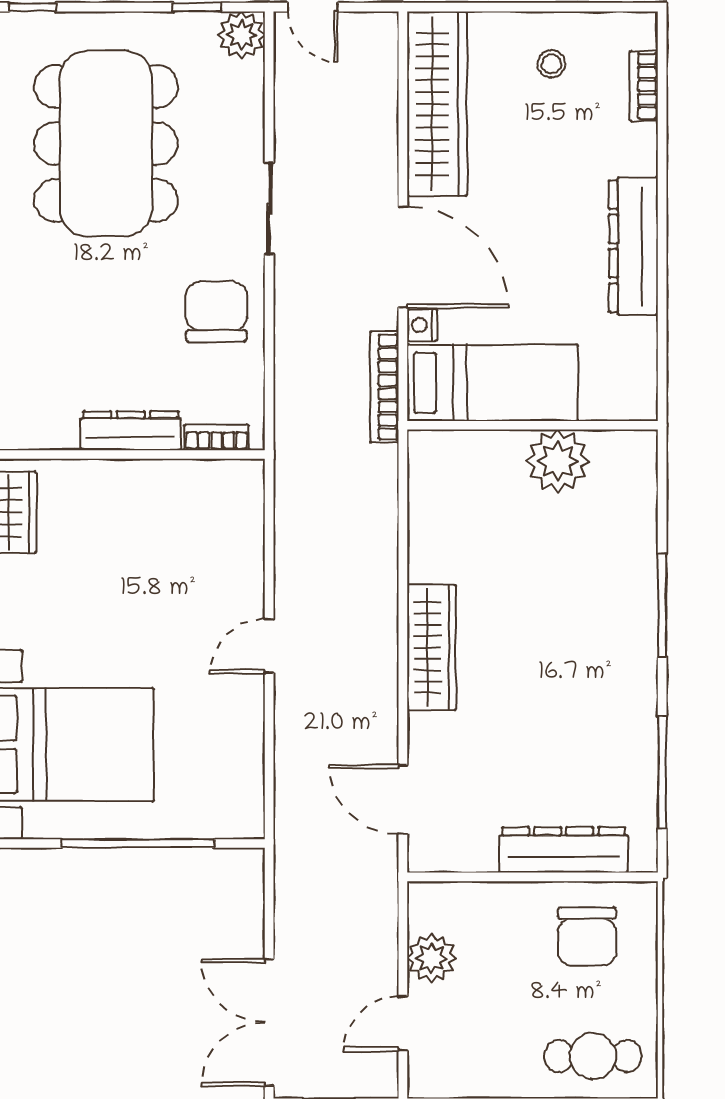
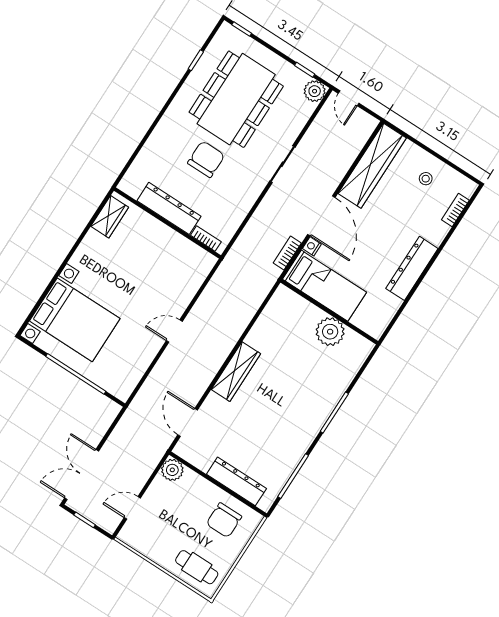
chair: (216, 312) -> (206, 159), moved
bookcase: (384, 387) -> (287, 253), width x0.64
dresser: (131, 431) -> (169, 208), width x1.37, depth x1.24
plant: (431, 958) -> (172, 470), moved

